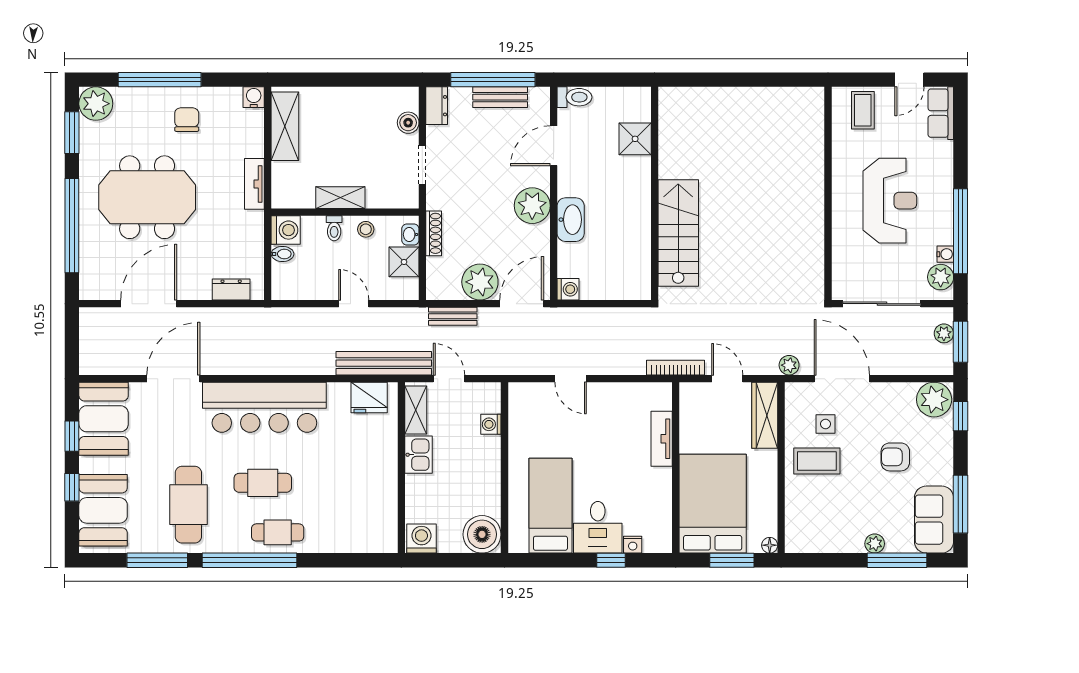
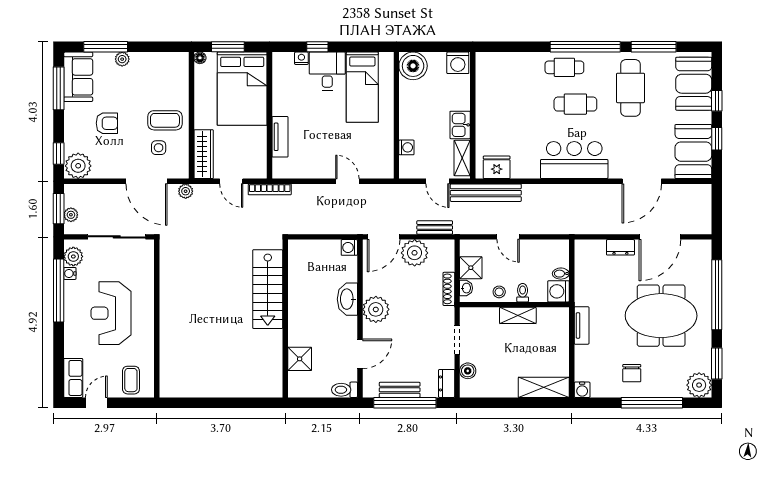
shelving: (285, 126) -> (544, 387), moved, turned 90
dresser: (231, 289) -> (620, 247), moved
bar counter: (264, 407) -> (574, 160), width x0.73

